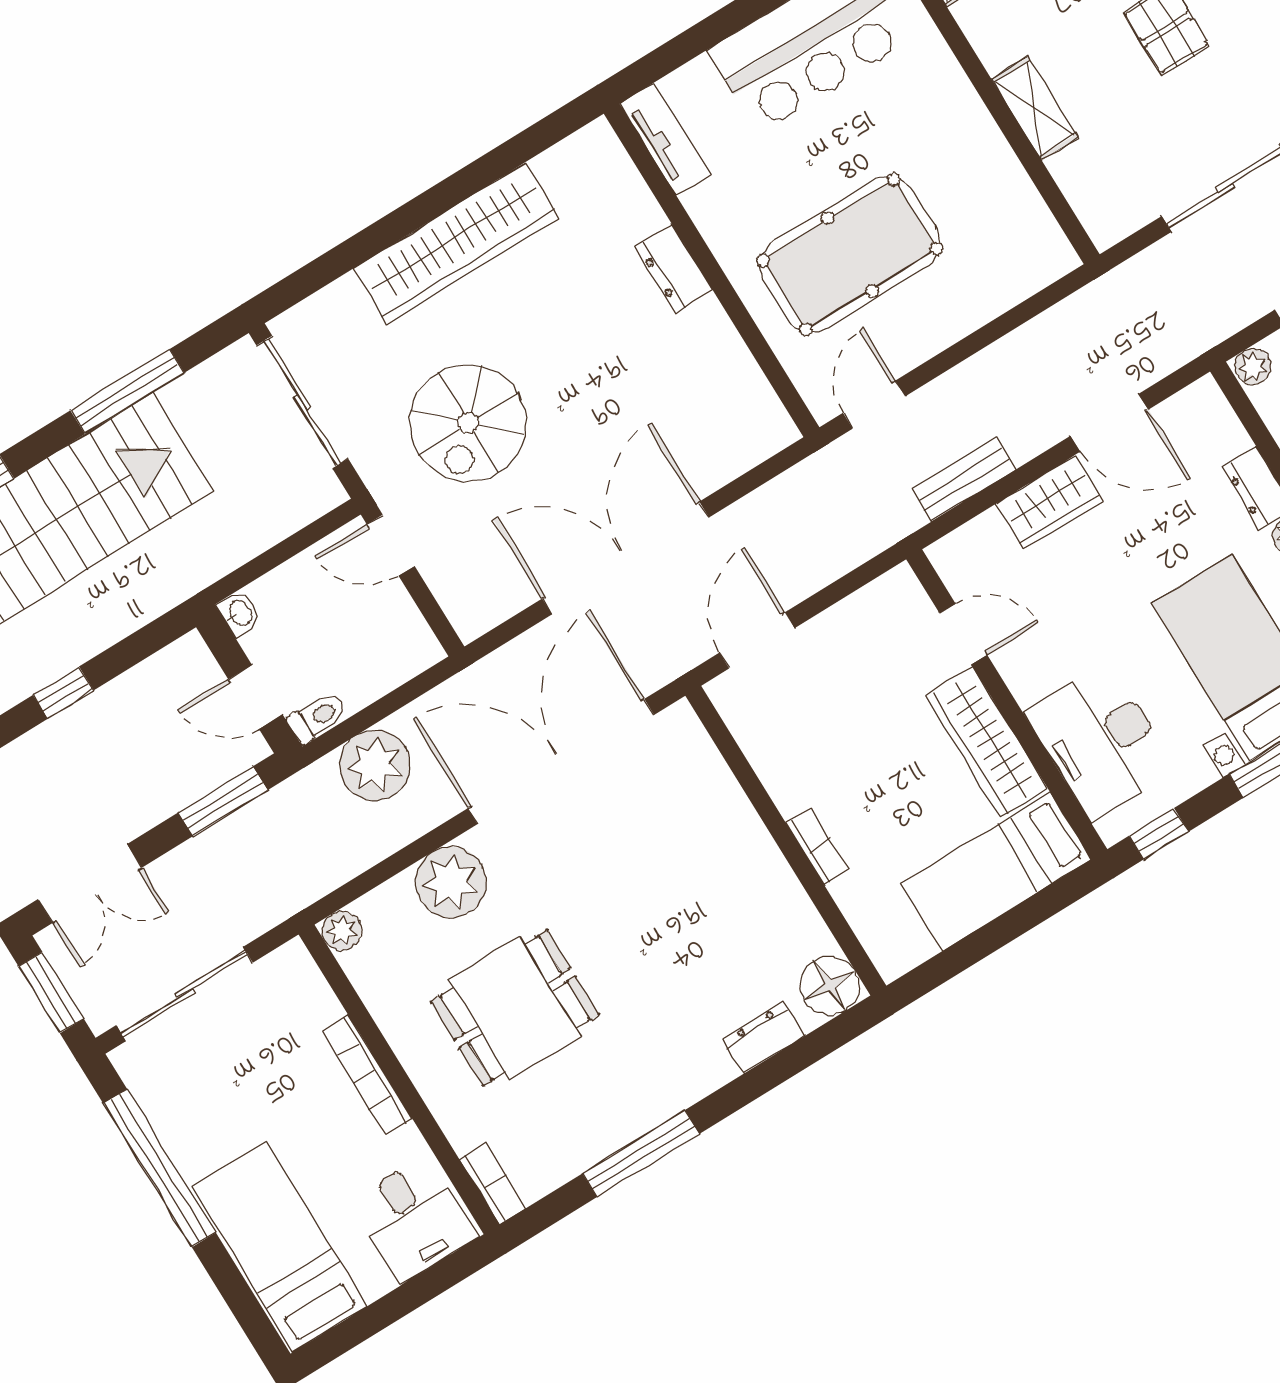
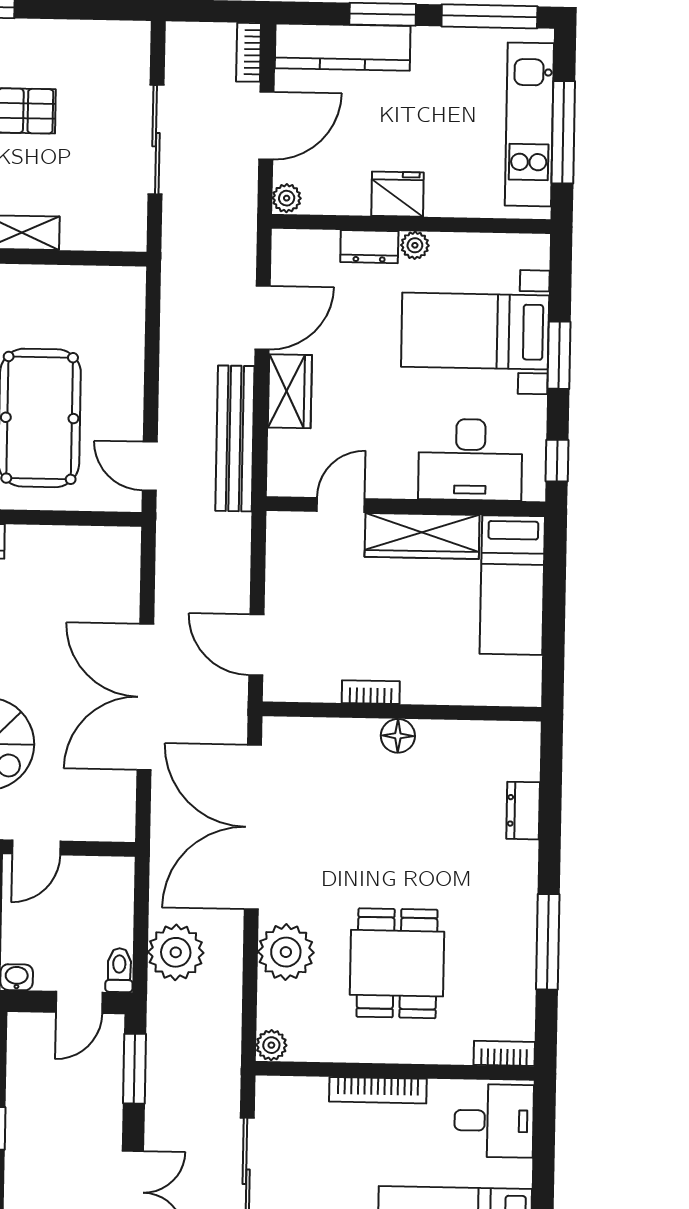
bench: (964, 480) -> (235, 438), width x1.86, depth x1.21
bookcase: (818, 847) -> (371, 692), moved
floor lamp: (830, 986) -> (398, 736), moved, width x0.73, depth x0.73

